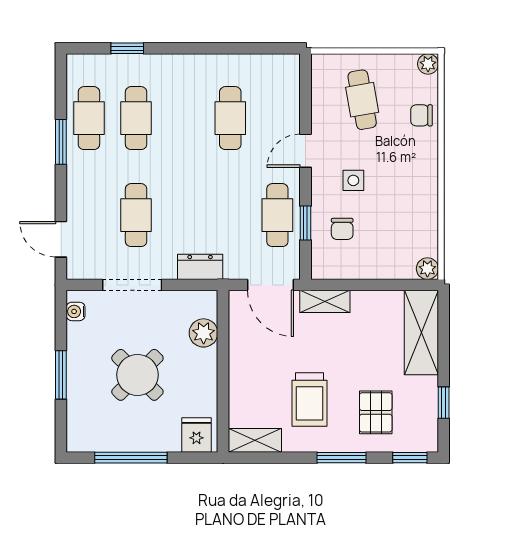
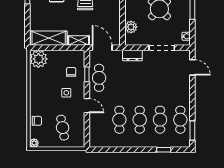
window: (61, 142) -> (192, 130), moved
door: (305, 151) -> (87, 106), hinge flipped
cafe table: (136, 215) -> (140, 120), moved
plant: (427, 269) -> (38, 59), width x1.88, depth x1.88
shelving: (421, 333) -> (49, 38), moved, turned 90

